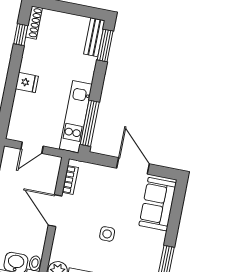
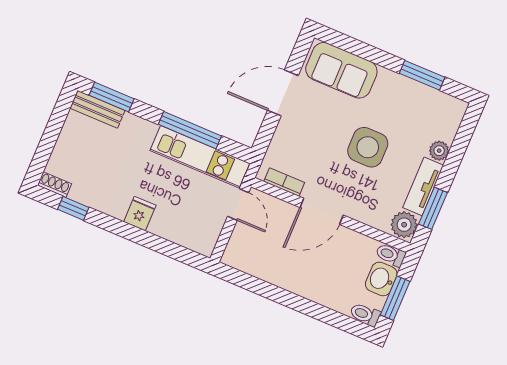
shoe rack: (34, 23) -> (54, 185), width x0.70
window: (90, 123) -> (190, 130), moved
door: (32, 148) -> (238, 205), moved
side table: (107, 234) -> (368, 147), width x1.87, depth x1.87

